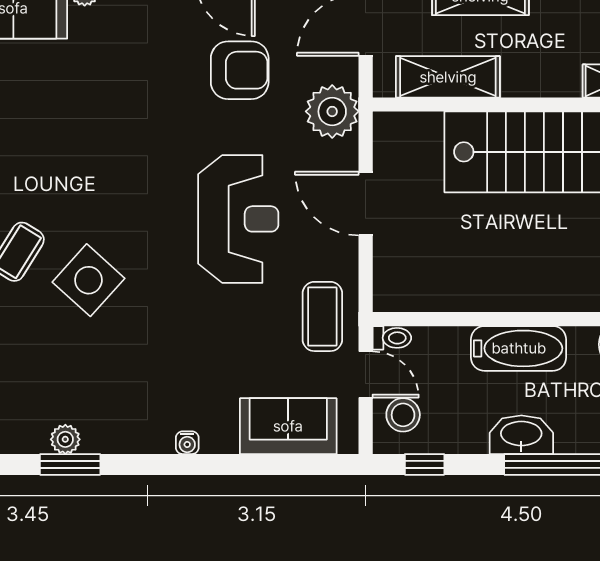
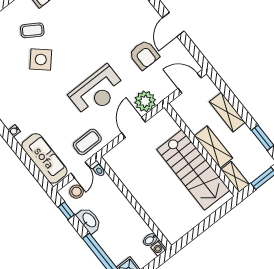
shelving: (448, 77) -> (214, 147), moved
plant: (332, 111) -> (145, 101), moved
bathtub: (519, 348) -> (126, 211), removed
sofa: (288, 426) -> (44, 158), width x1.36
washbasin: (521, 435) -> (89, 220), moved

